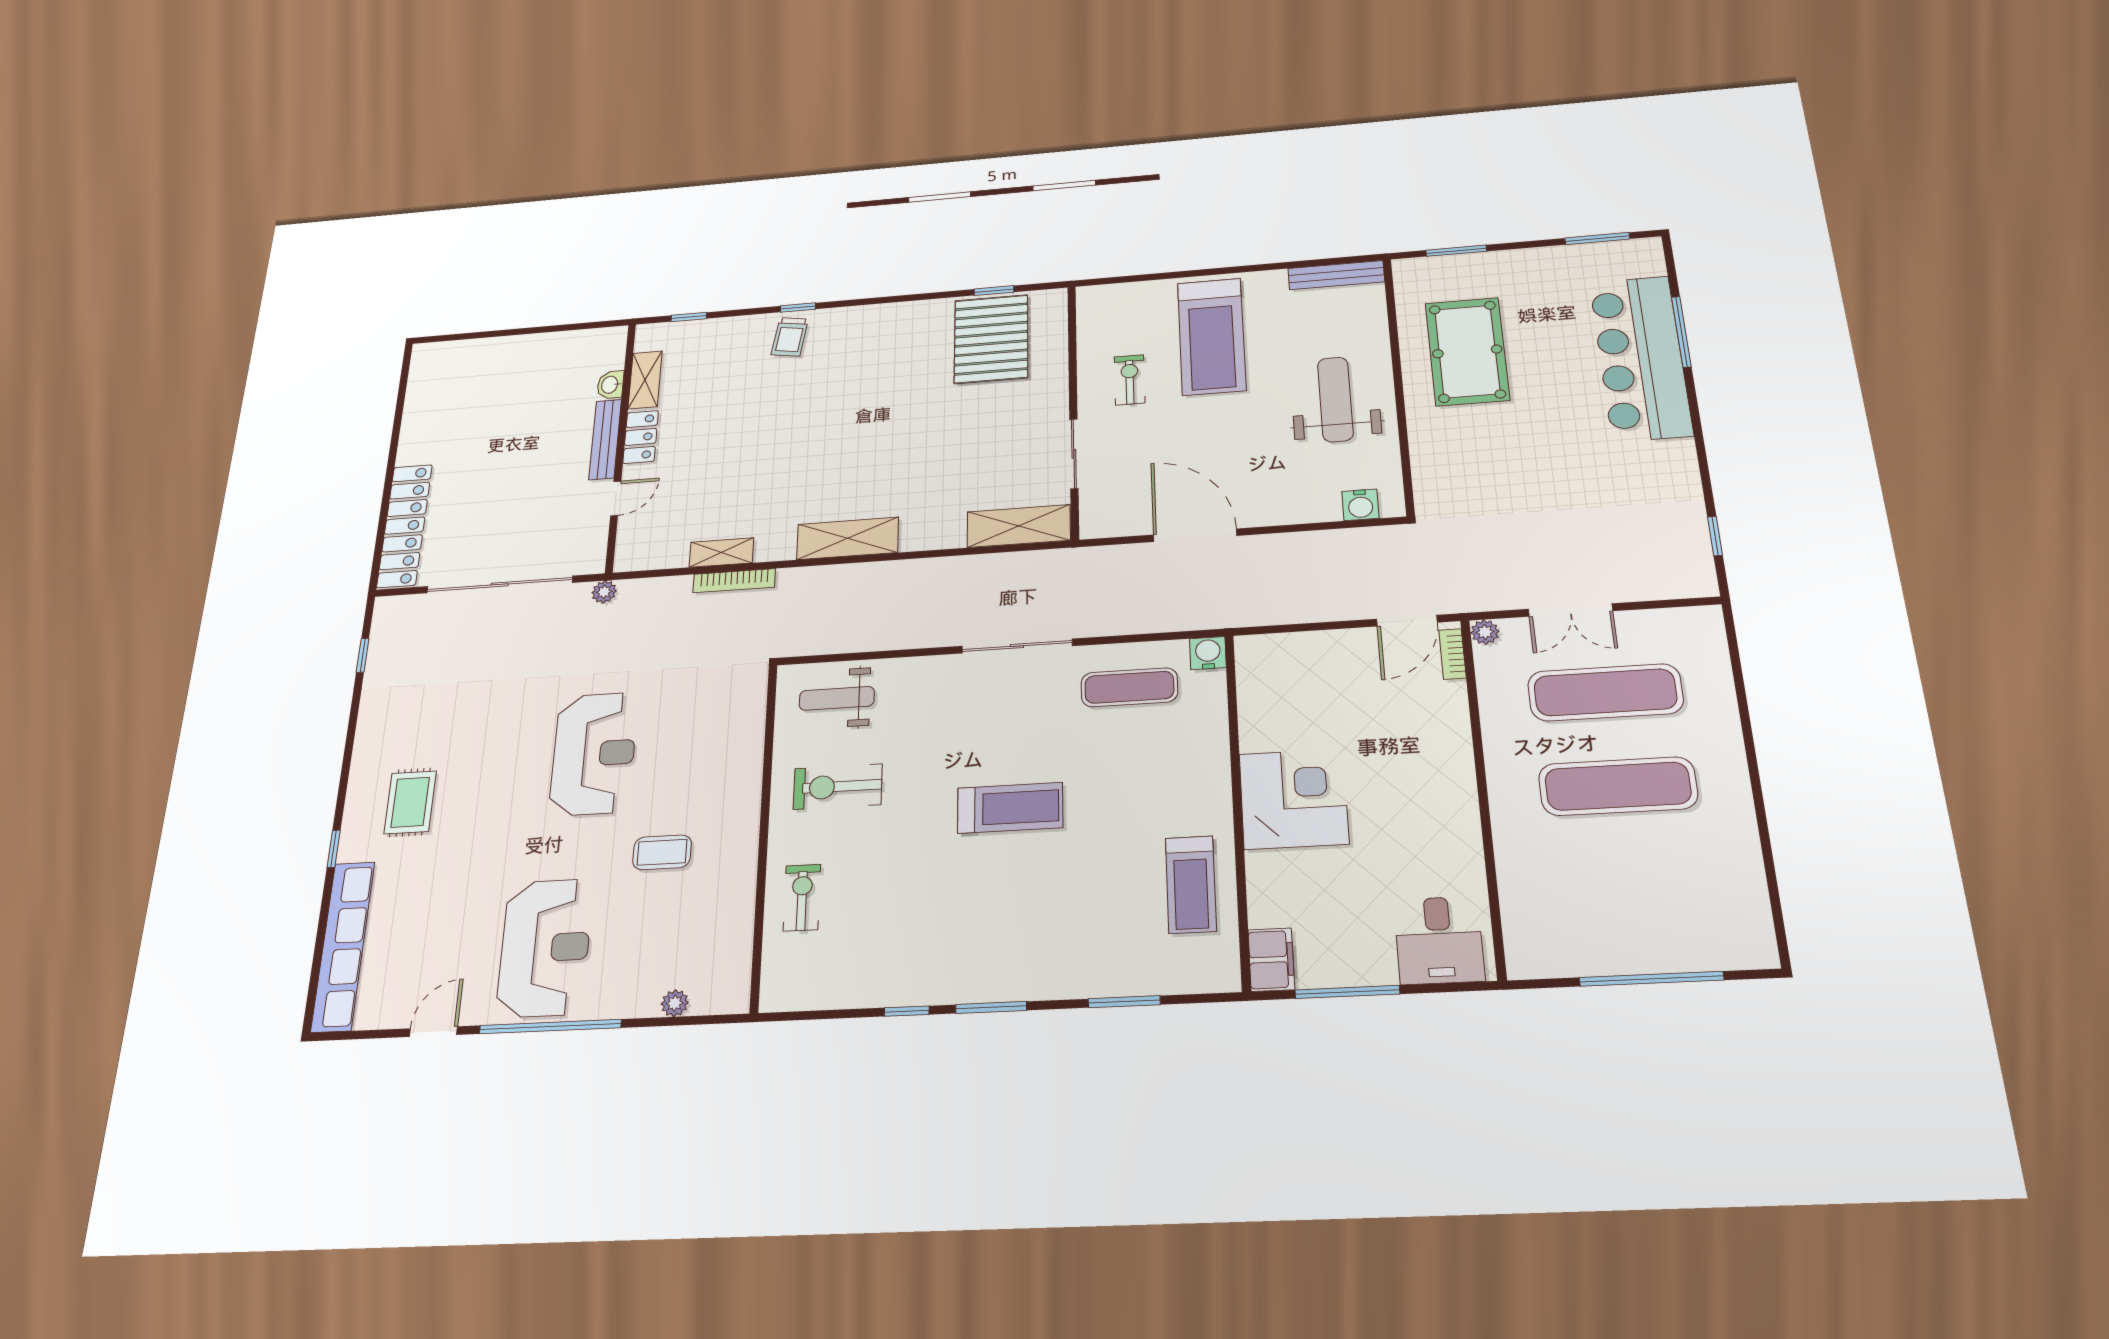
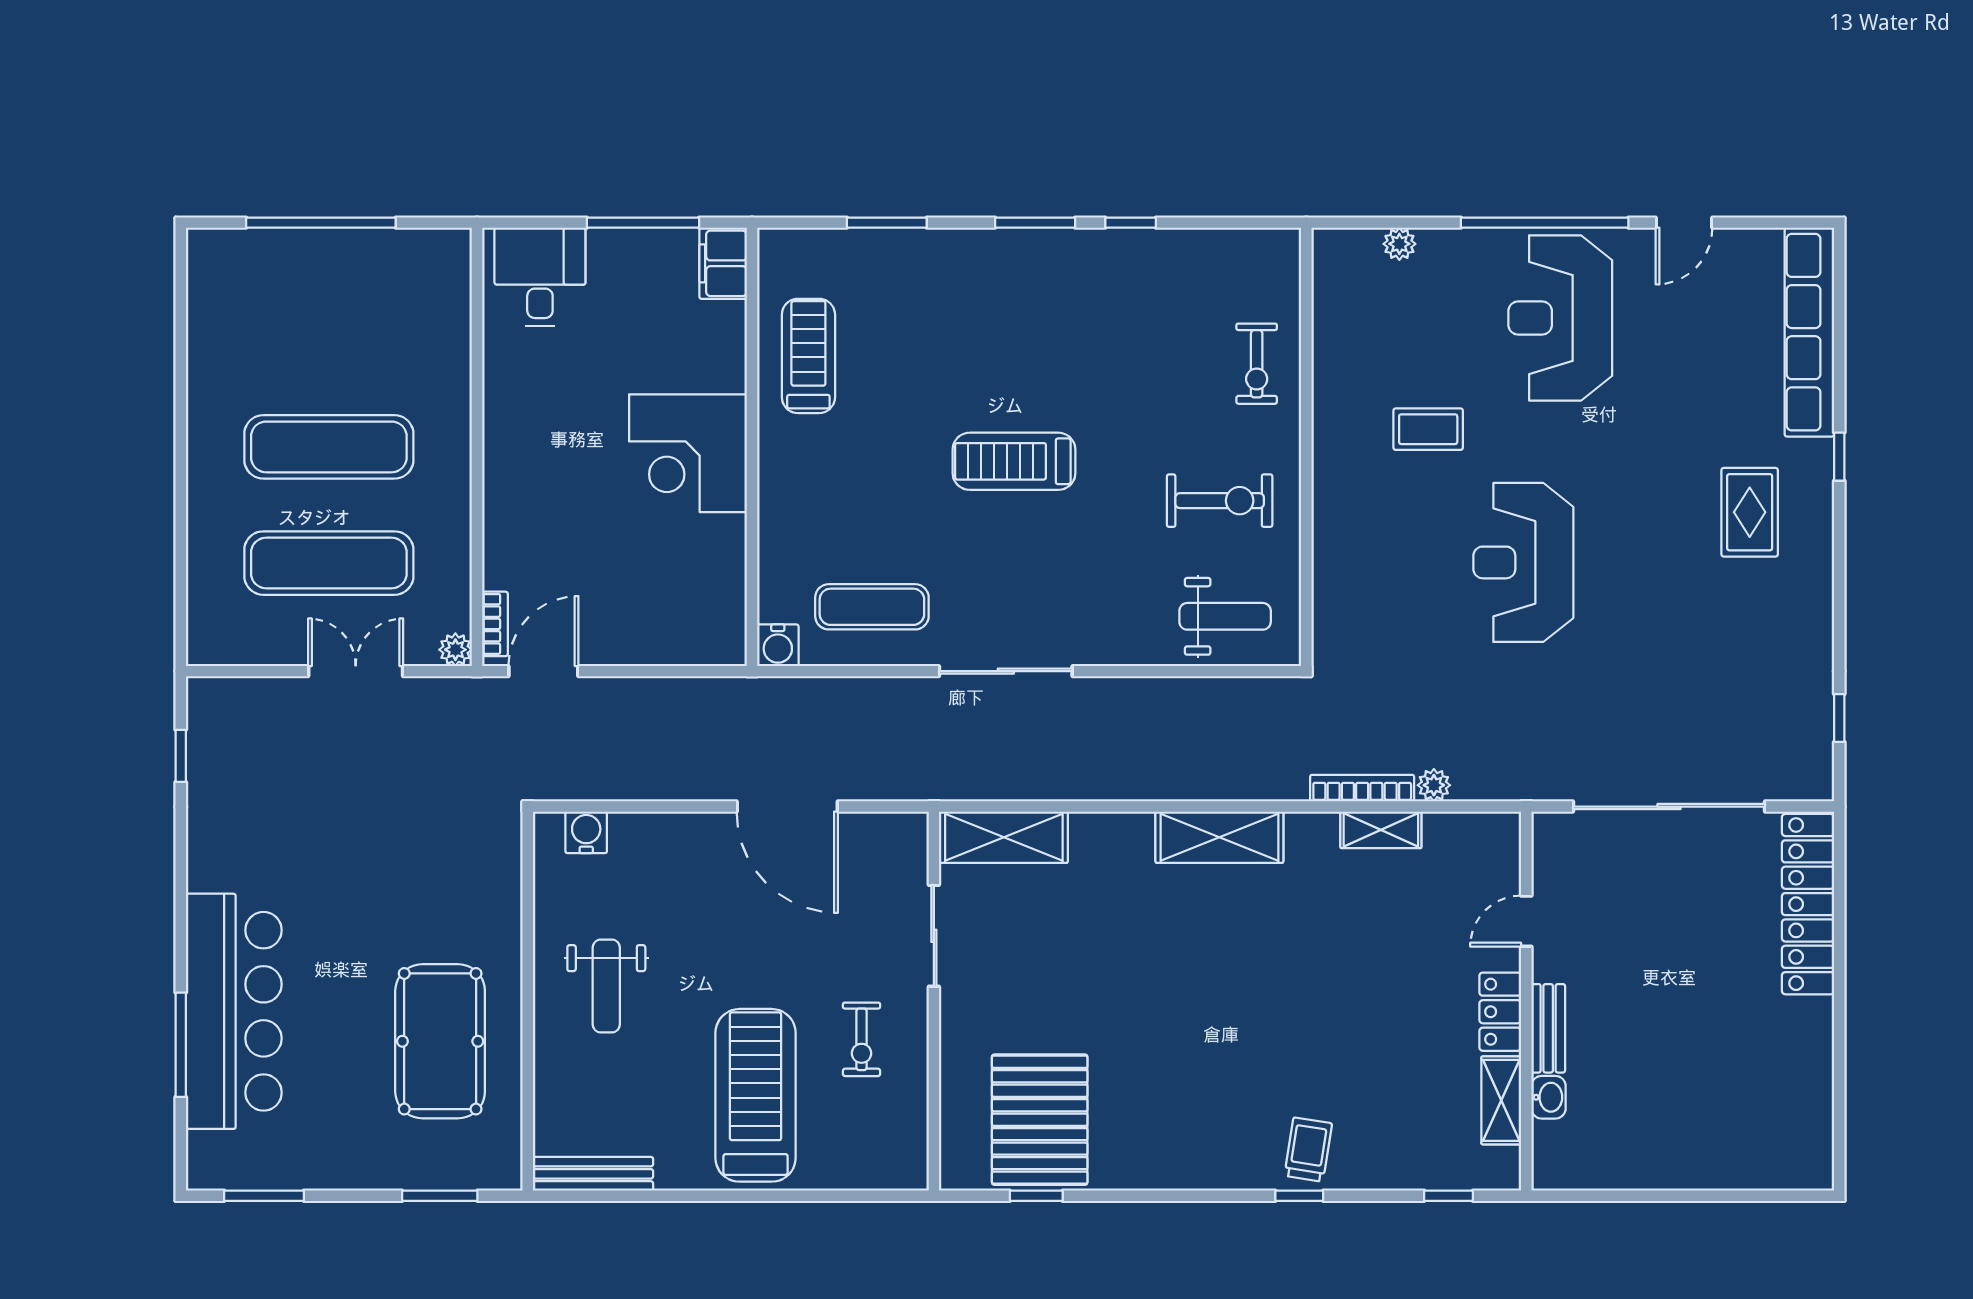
weight bench: (1335, 399) -> (606, 986), width x0.73, depth x0.75
bench: (605, 439) -> (1548, 1028), width x0.73
plant: (604, 592) -> (1434, 785), moved

